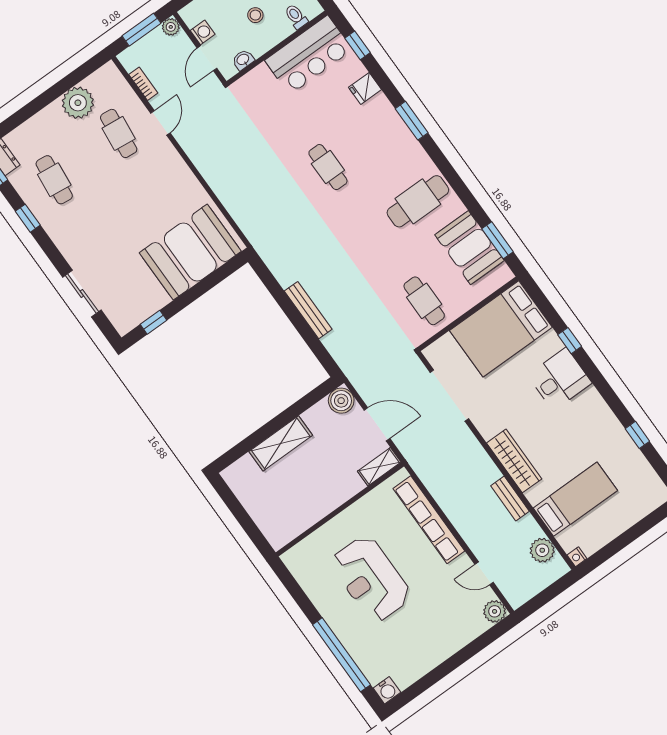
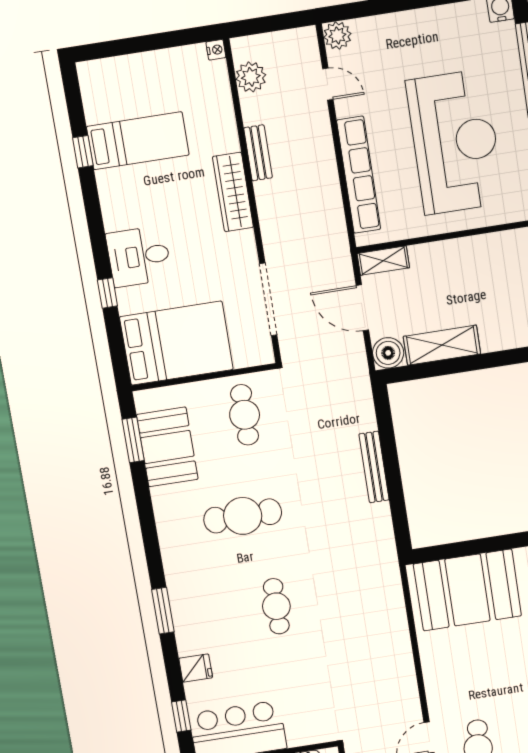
cafe table: (418, 201) -> (243, 516), moved
shelving: (281, 443) -> (442, 345), moved
bed: (575, 499) -> (138, 141), moved, turned 180
reception desk: (371, 579) -> (455, 142), width x1.36, depth x1.30

